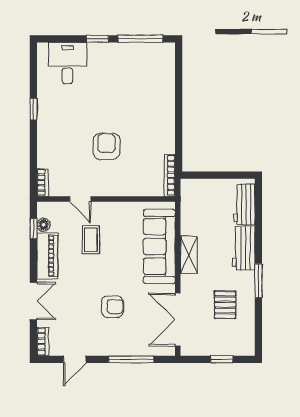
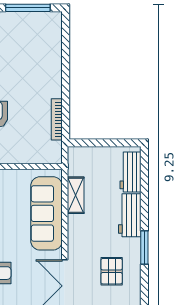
bookcase: (170, 175) -> (57, 119), moved
shelving: (189, 255) -> (76, 195), moved

